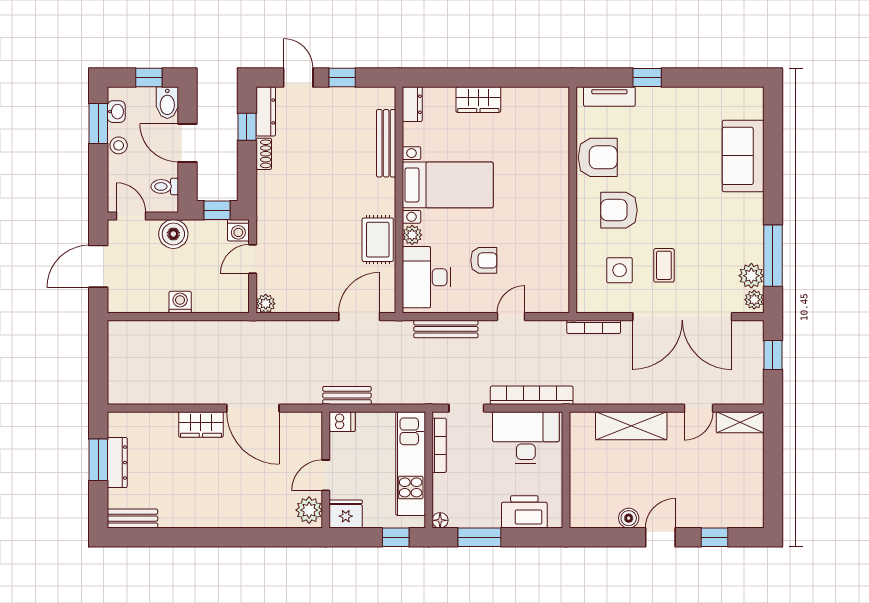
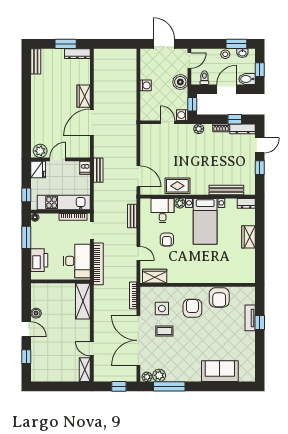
tv unit: (609, 97) -> (250, 318), moved
desk: (427, 277) -> (163, 211), width x0.73
wardrobe: (556, 285) -> (155, 276), added
plant: (266, 304) -> (199, 129), moved
bench: (446, 329) -> (132, 216), width x0.73
shelving: (631, 426) -> (83, 301), moved
dresser: (117, 462) -> (77, 54), moved
door: (326, 475) -> (58, 159), hinge flipped

